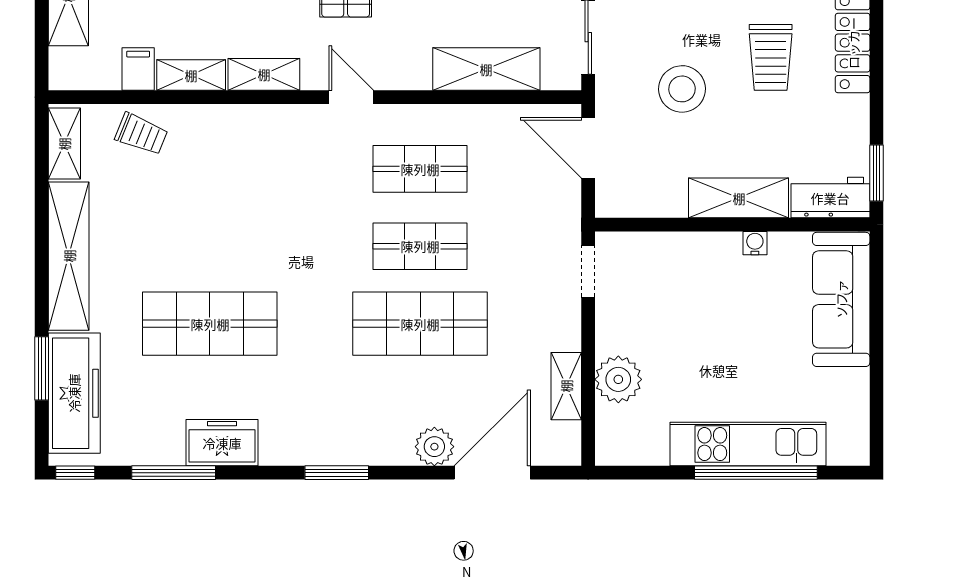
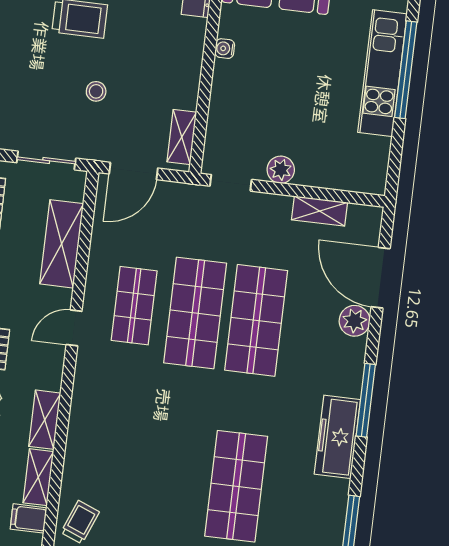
stool: (682, 89) -> (96, 91), width x0.53, depth x0.53
door: (351, 97) -> (74, 328), moved
shelving: (739, 198) -> (182, 137), moved, width x0.67, depth x0.75
shop shelf: (420, 246) -> (195, 313), width x1.43, depth x1.36
plant: (618, 379) -> (281, 170), moved, width x0.73, depth x0.73
freezer: (222, 443) -> (337, 437), moved, width x1.40
window: (337, 473) -> (366, 400), width x1.44

